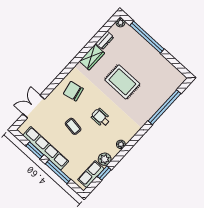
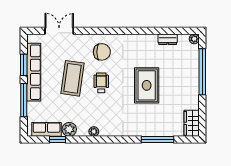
wardrobe: (92, 57) -> (192, 123), moved, turned 90
chair: (73, 91) -> (102, 52), turned 102
window: (164, 107) -> (158, 139), width x0.68
wheelchair: (101, 118) -> (101, 83), moved
coffee table: (73, 126) -> (73, 78), width x1.86, depth x1.72

